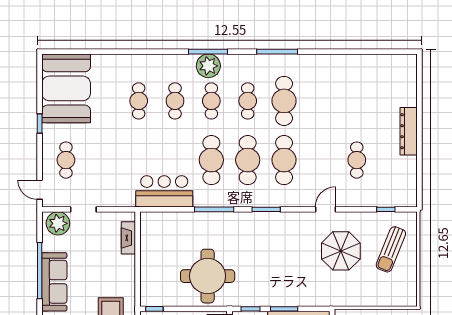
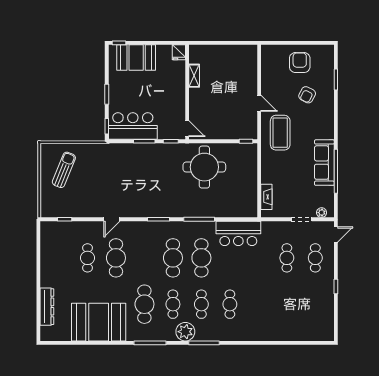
plant: (208, 66) -> (185, 332), moved
booth: (66, 88) -> (99, 322), moved, turned 90
cafe table: (139, 101) -> (287, 258), moved
dresser: (409, 131) -> (47, 307), moved
cafe table: (284, 160) -> (116, 258), moved
door: (40, 190) -> (336, 235), hinge flipped
plant: (58, 223) -> (322, 213), width x0.53, depth x0.53
sun lounger: (391, 249) -> (64, 170), moved
parasol: (341, 251) -> (100, 187), removed

